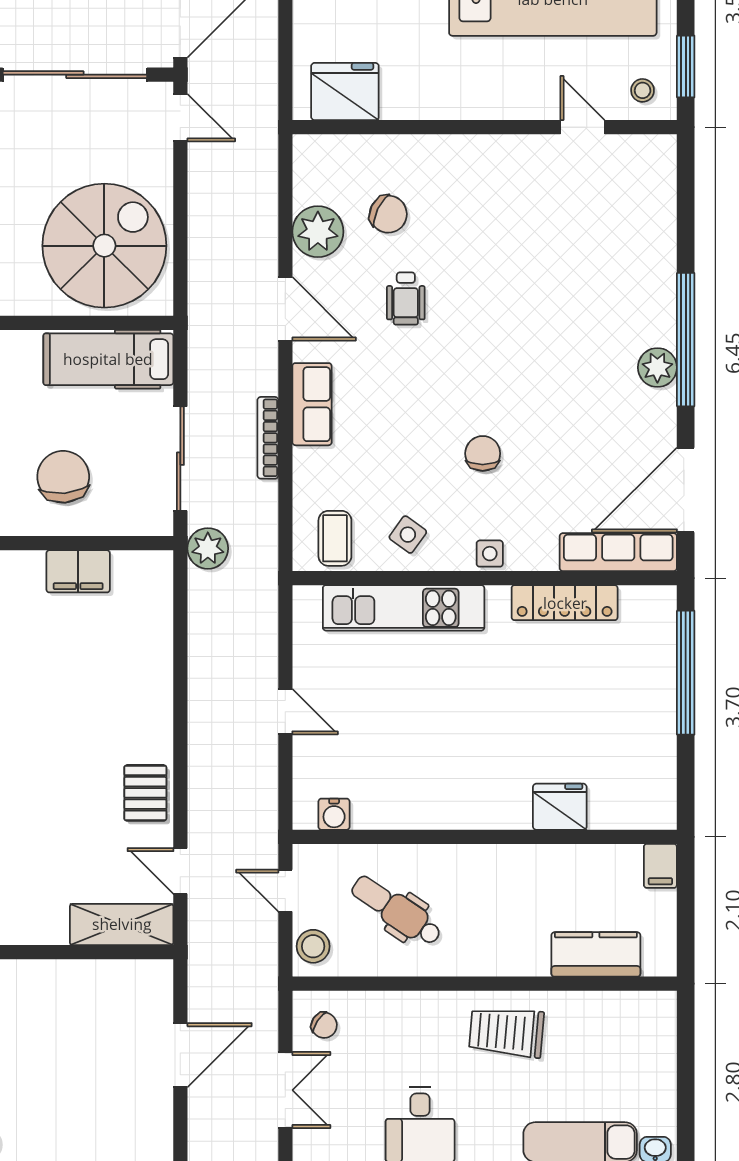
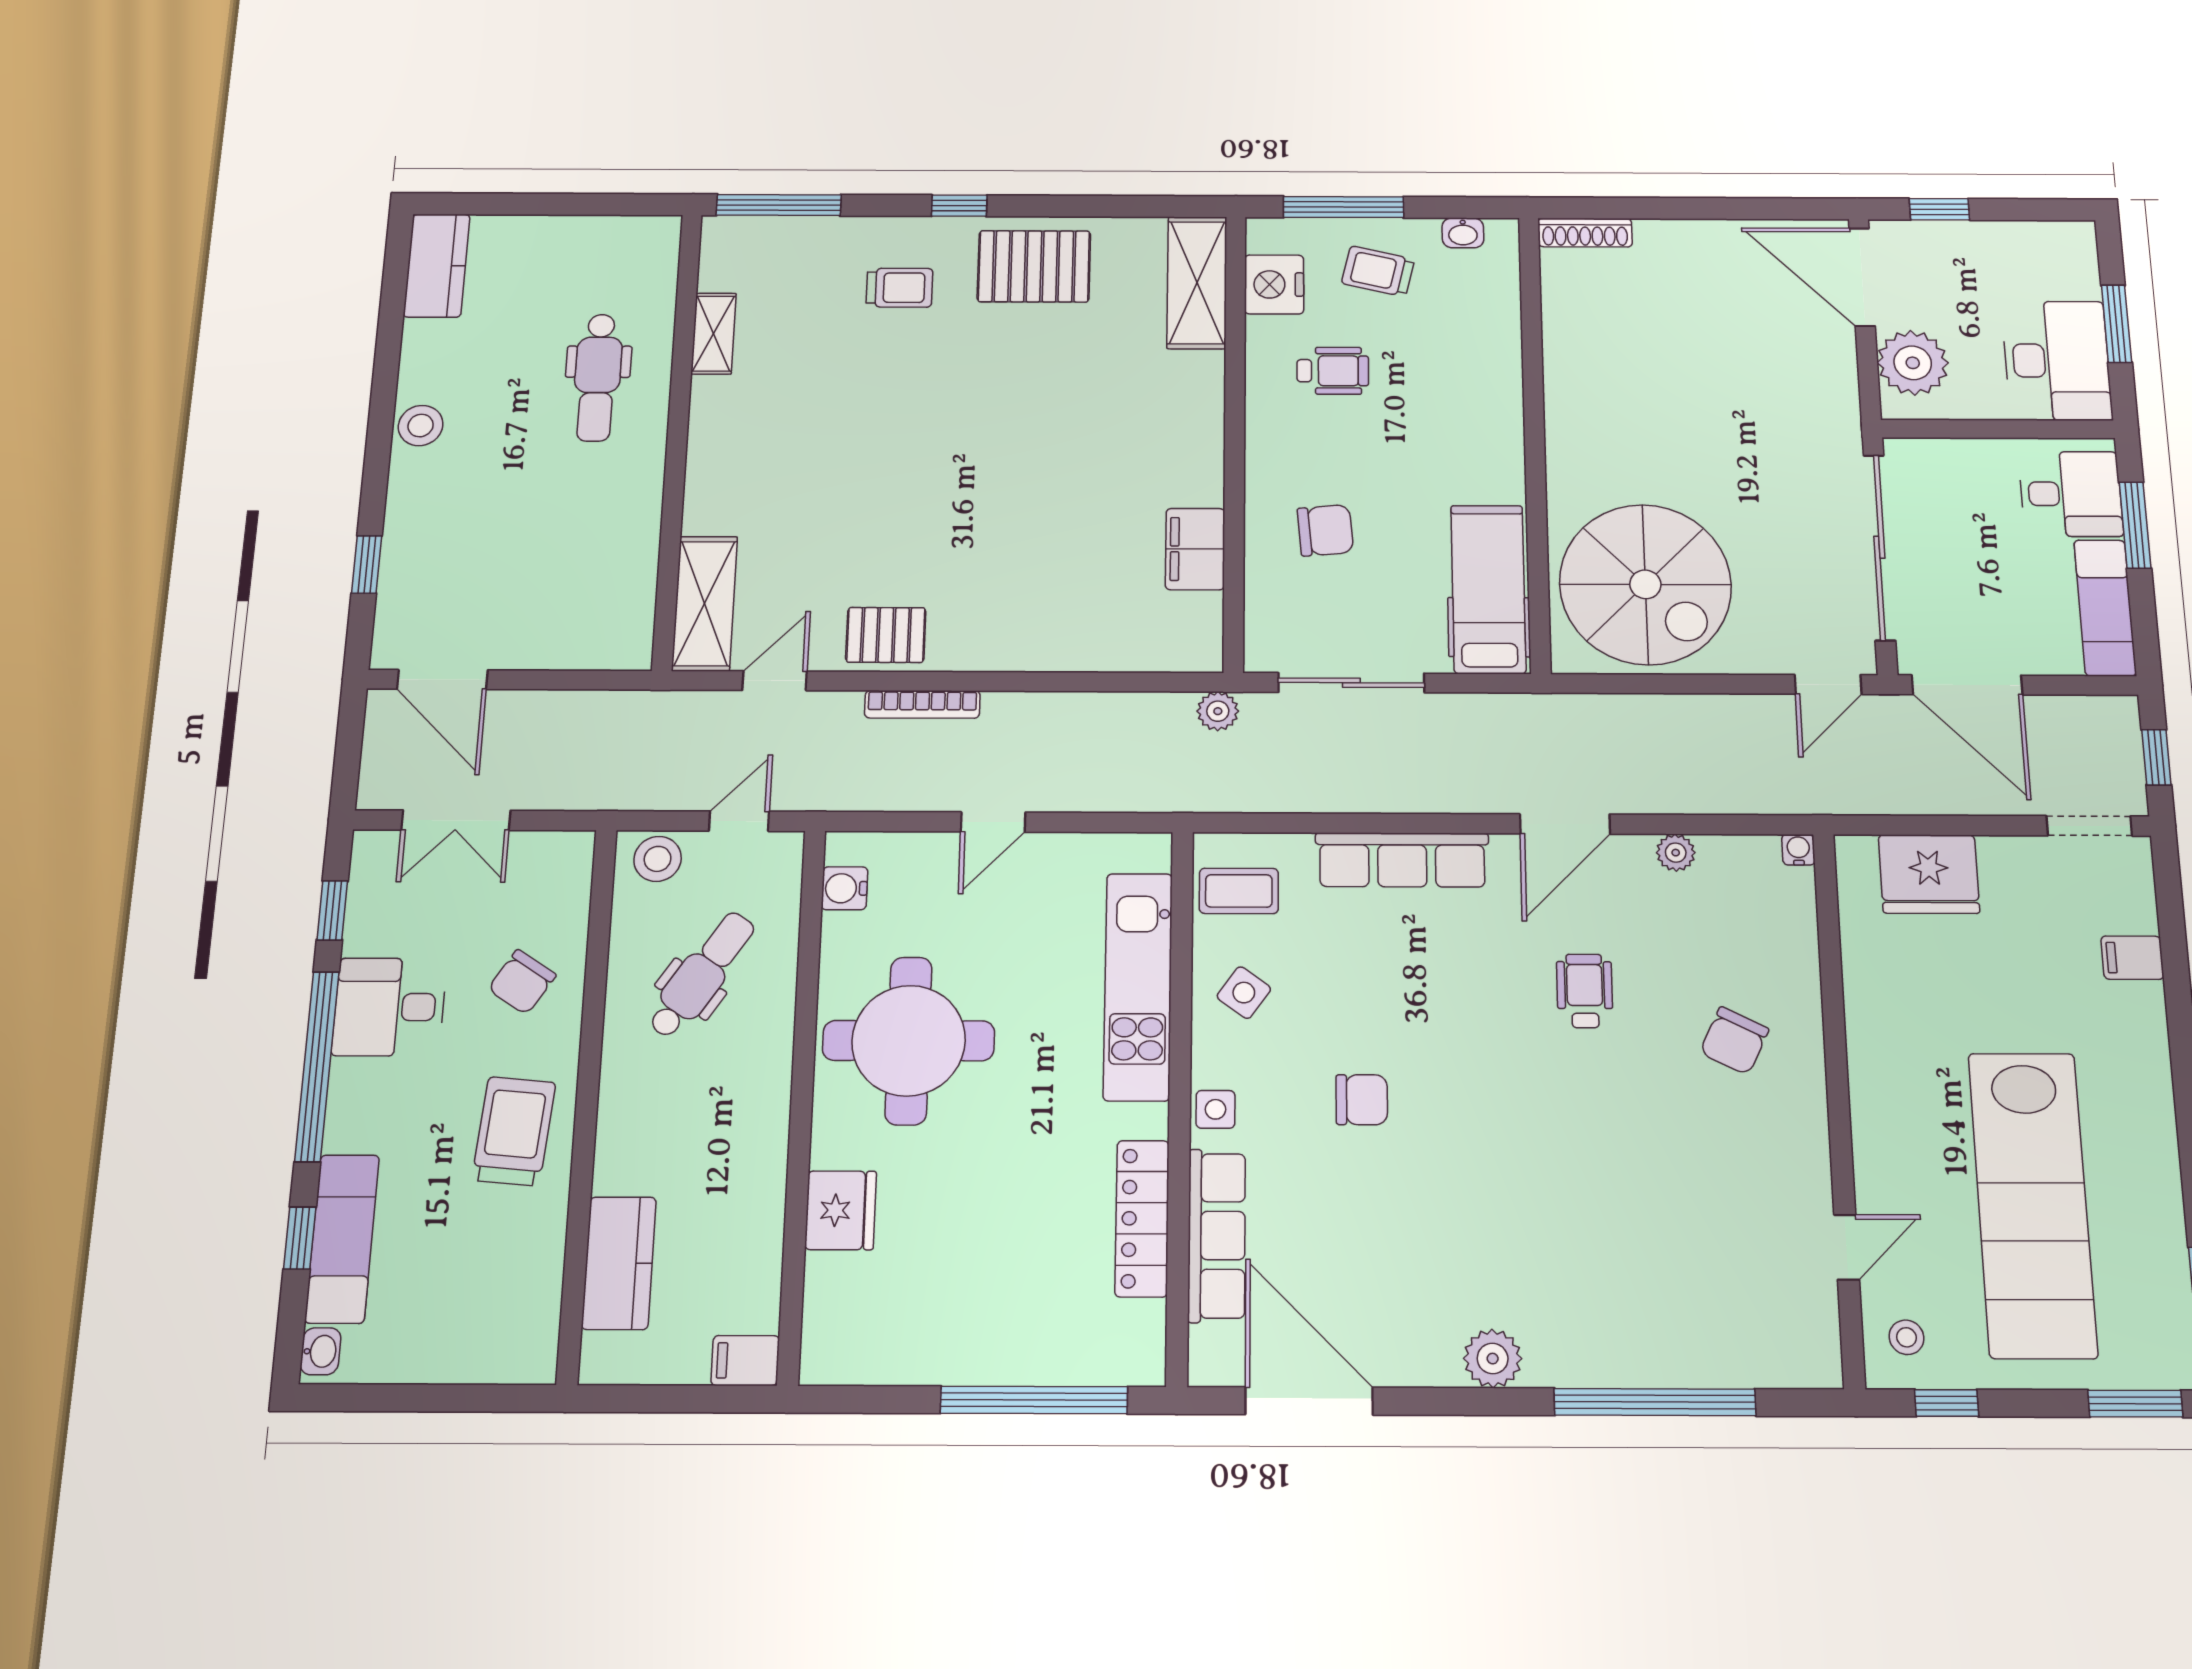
window: (686, 66) -> (1947, 1403), width x0.67
fridge: (345, 91) -> (1929, 874), moved, turned 90
water cooler: (304, 145) -> (1798, 850), added
chair: (388, 214) -> (1734, 1041), moved
plant: (318, 232) -> (1676, 853), width x0.53, depth x0.53
wheelchair: (406, 299) -> (1585, 991), turned 90
window: (686, 340) -> (1655, 1402), moved
row of seats: (312, 404) -> (1402, 860), width x1.48
bookcase: (268, 438) -> (922, 704), moved, turned 180
chair: (63, 477) -> (1325, 530), width x0.73, depth x0.73
plant: (208, 548) -> (1218, 711), width x0.73, depth x0.73
row of seats: (618, 552) -> (1217, 1235), moved
round table: (443, 765) -> (909, 1041), added
chair: (324, 1025) -> (522, 982), moved, width x1.37, depth x1.37
door: (180, 1055) -> (442, 680), moved

